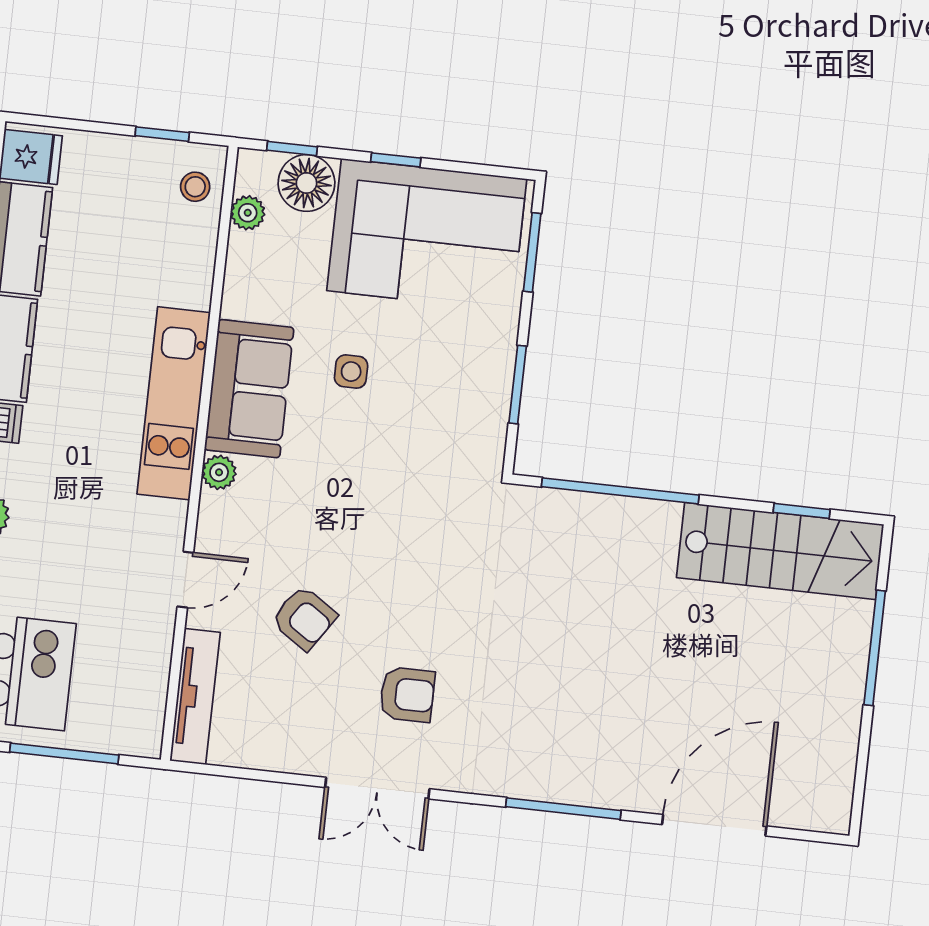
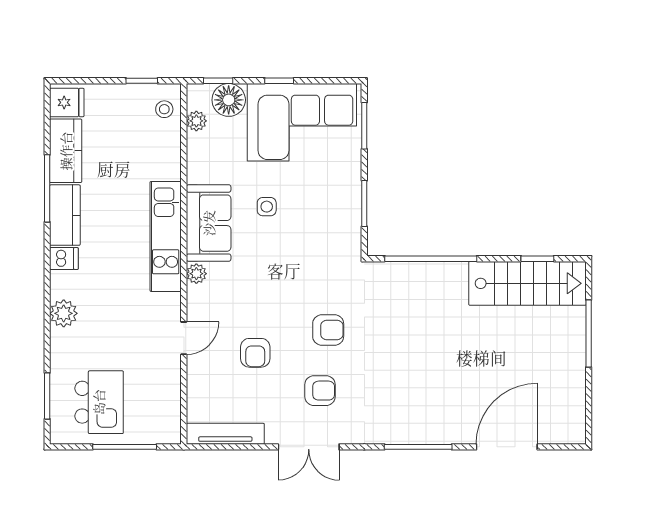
armchair: (432, 593) -> (328, 330), added
armchair: (304, 618) -> (255, 353), turned 56
tv unit: (195, 697) -> (225, 434), moved, turned -90

